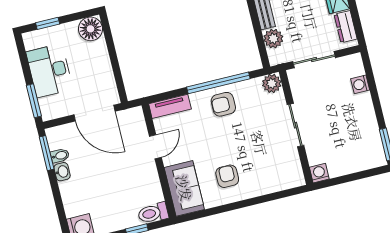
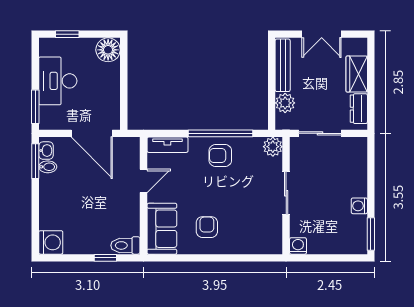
washing machine: (360, 84) -> (359, 206), moved
washbasin: (62, 172) -> (46, 151), moved

